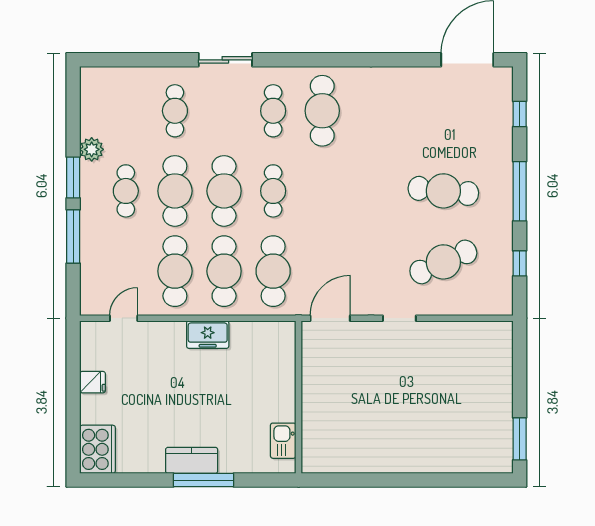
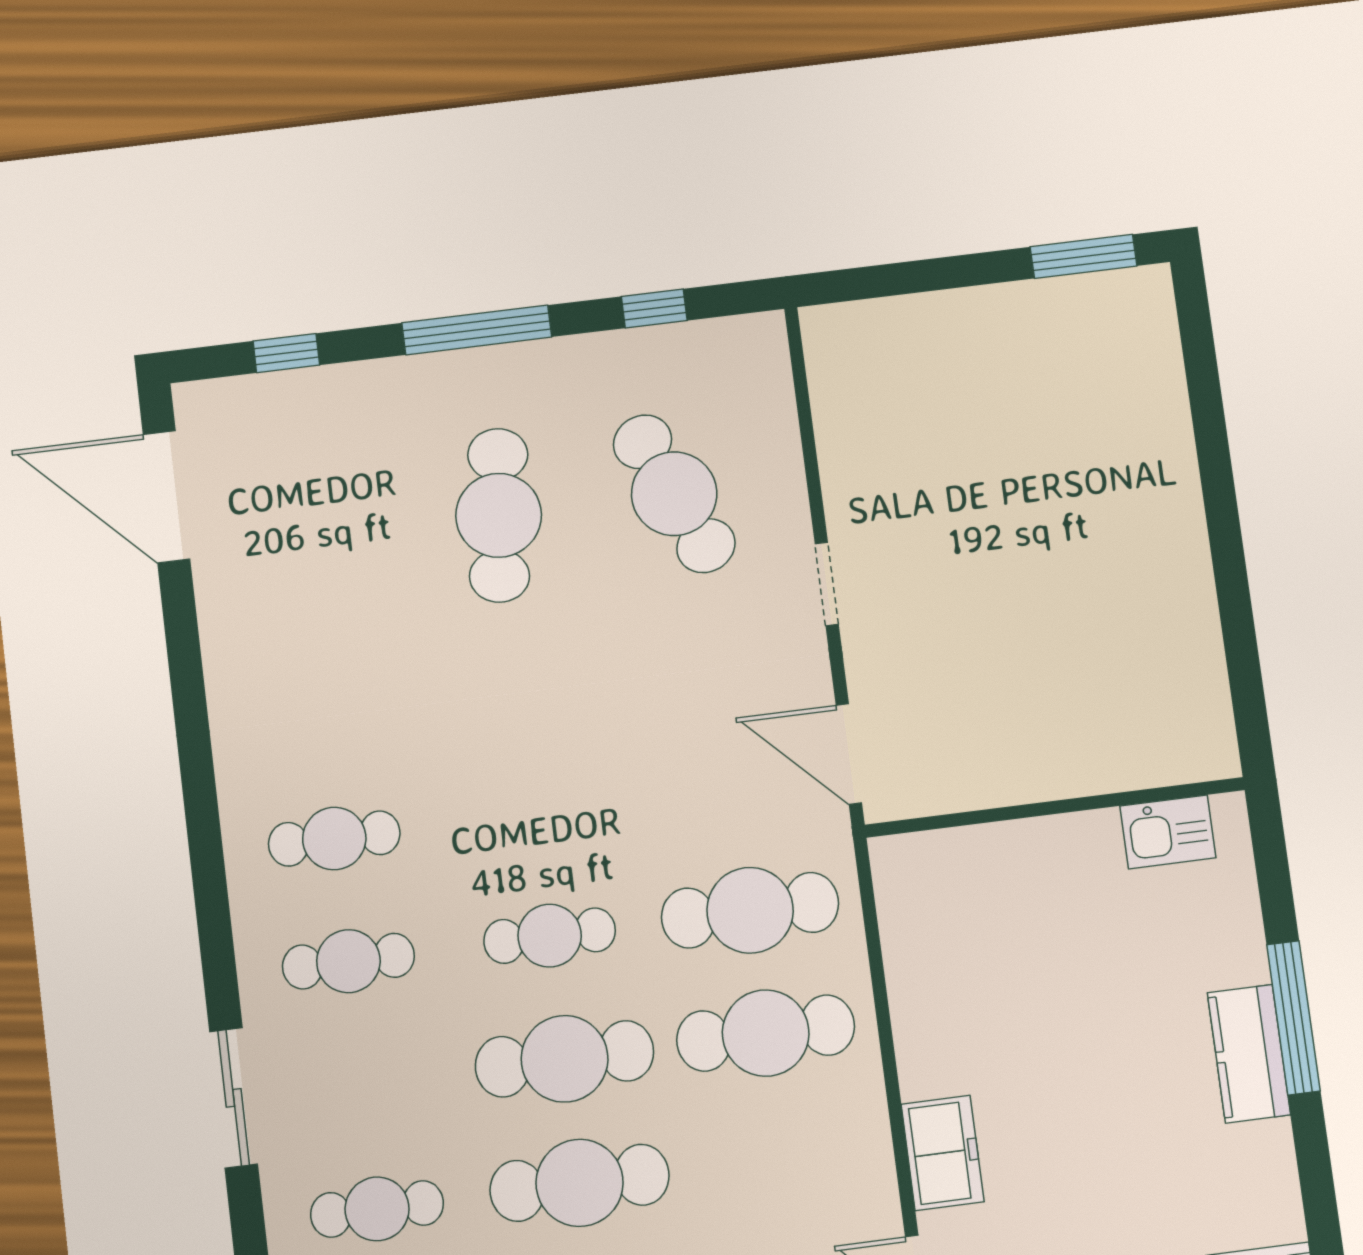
cafe table: (322, 111) -> (334, 839), width x0.73, depth x0.74
cafe table: (175, 271) -> (781, 1157), removed
freezer: (208, 335) -> (943, 1153), moved

